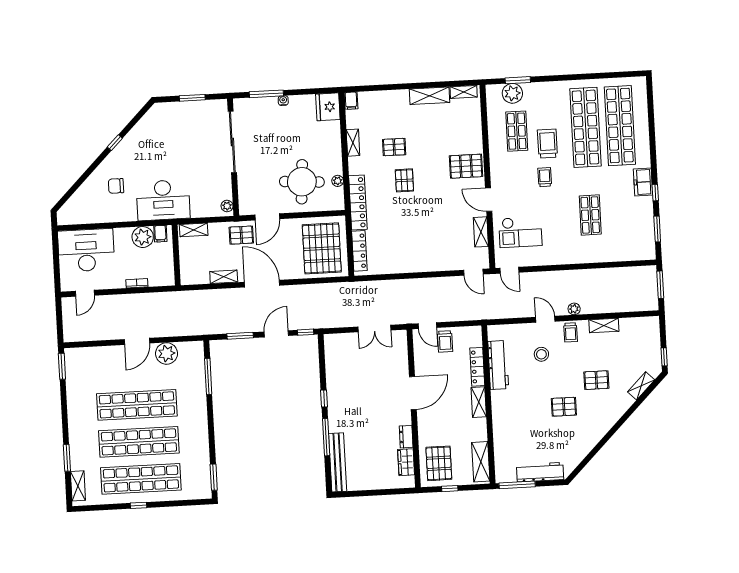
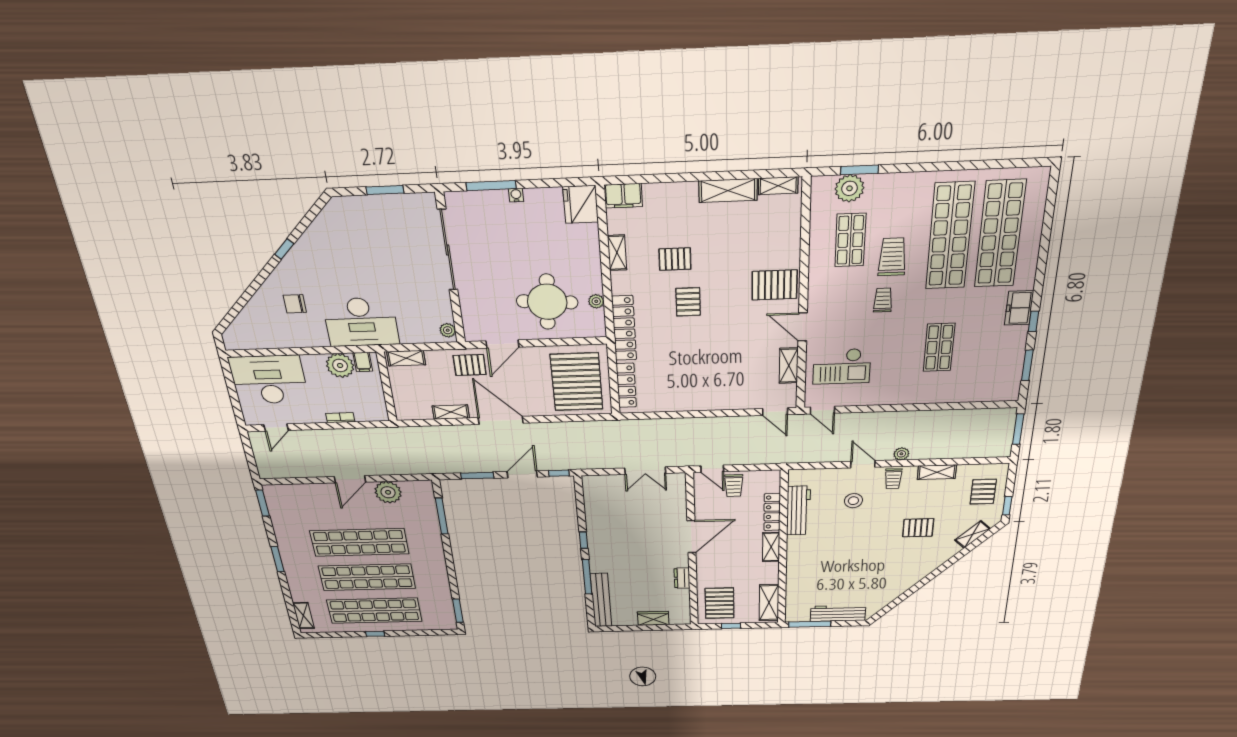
filing cabinet: (351, 101) -> (623, 196), width x2.00
pallet: (564, 407) -> (983, 492), moved, turned 90
window: (67, 458) -> (277, 559), moved
wardrobe: (406, 462) -> (653, 618), moved, turned 90

